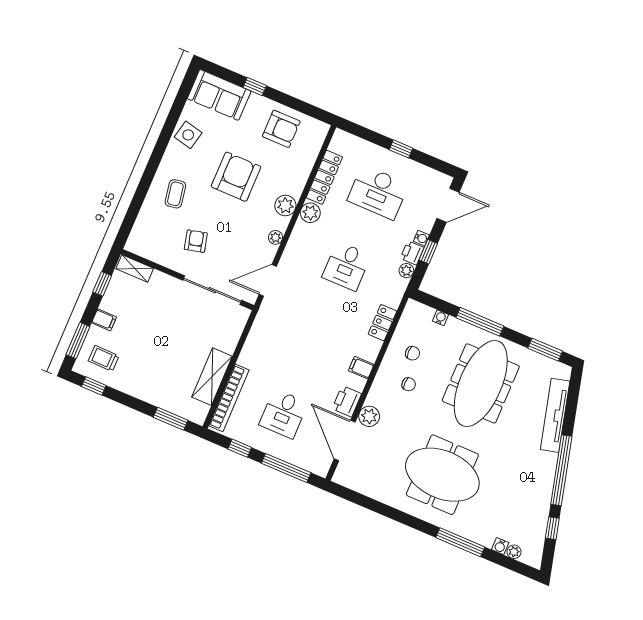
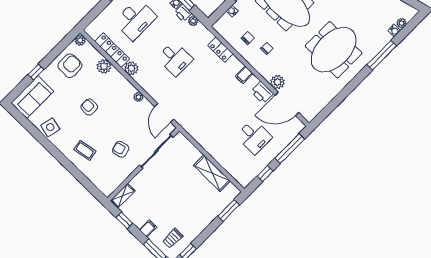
plant: (321, 129) -> (80, 40), added
armchair: (236, 177) -> (89, 107), width x0.53, depth x0.53
plant: (285, 206) -> (104, 66), moved
bookcase: (229, 398) -> (230, 168), removed

